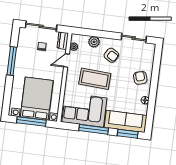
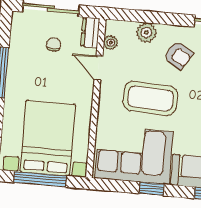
door: (66, 61) -> (98, 68), hinge flipped
window: (94, 129) -> (152, 189), width x0.46

